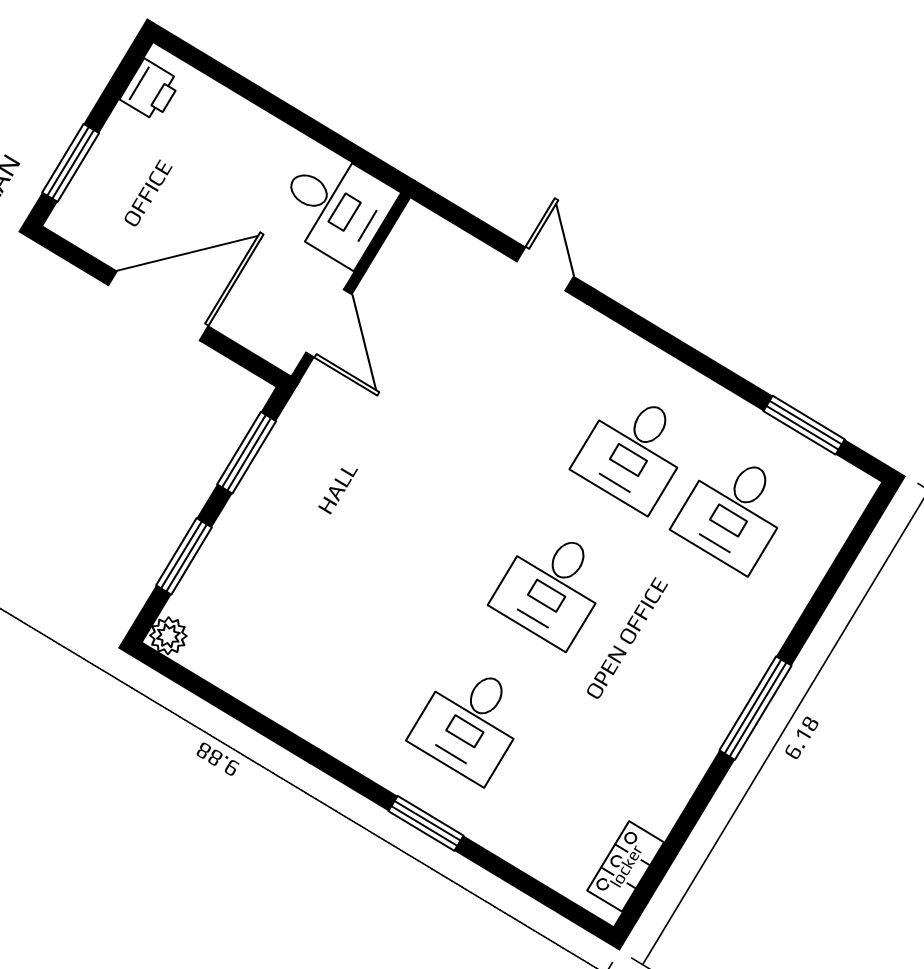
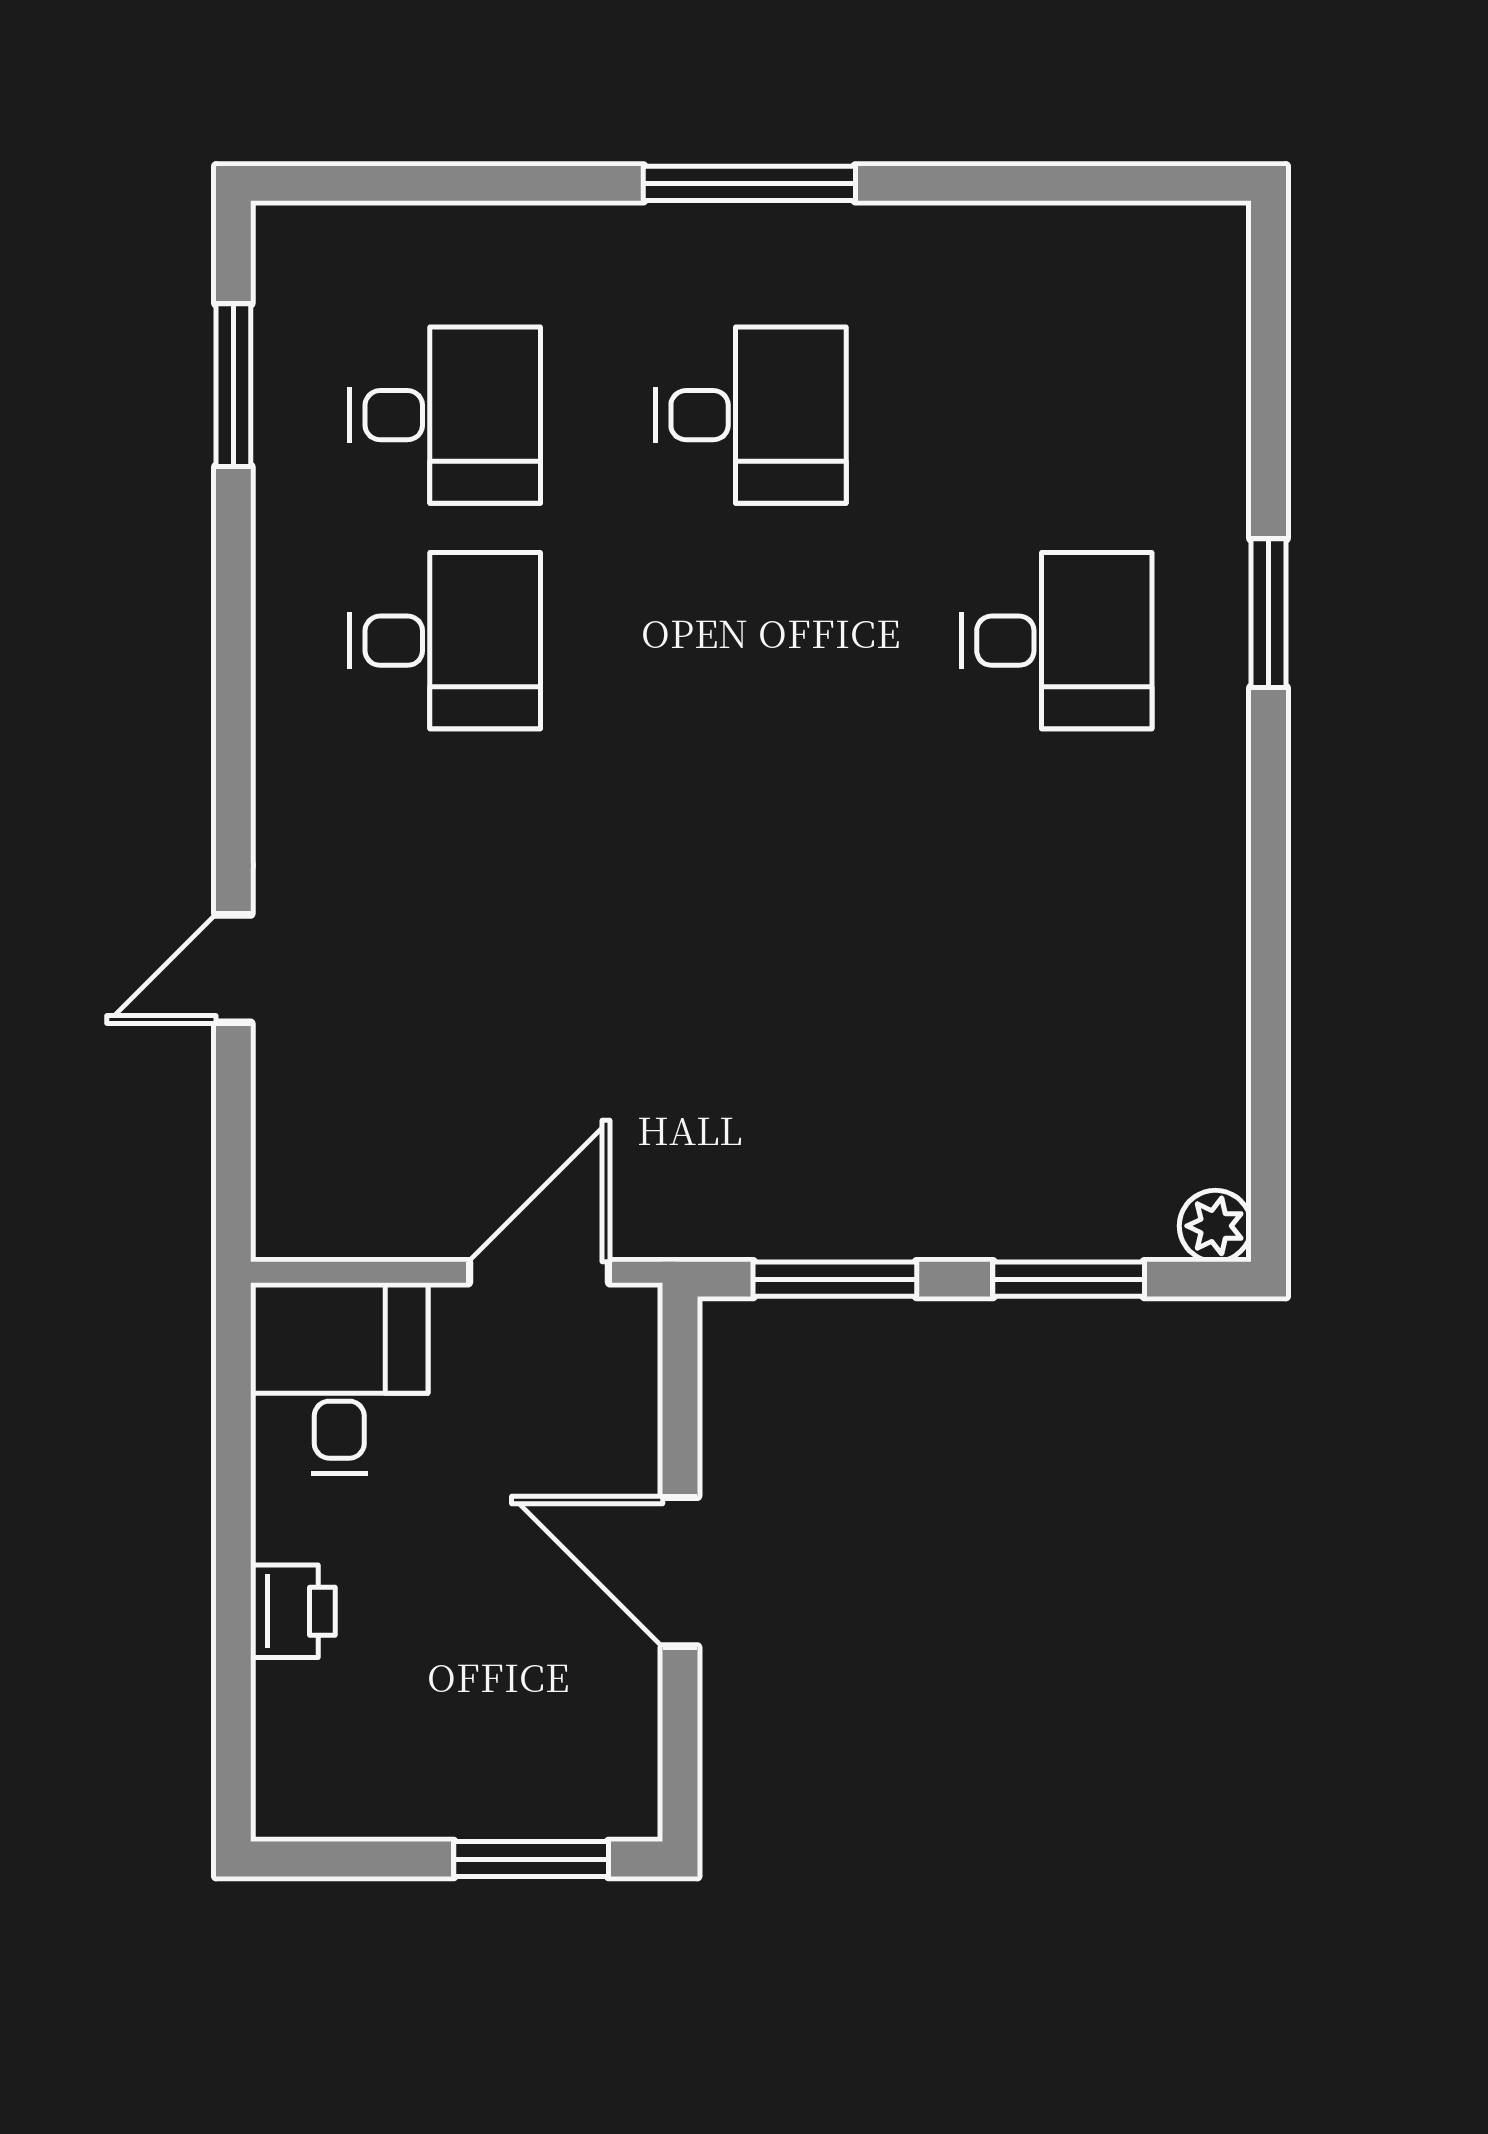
printer: (150, 90) -> (293, 1611), moved, turned 90
door: (158, 306) -> (680, 1572), width x0.73
desk: (552, 586) -> (751, 415), moved
locker: (626, 866) -> (1141, 240), removed

